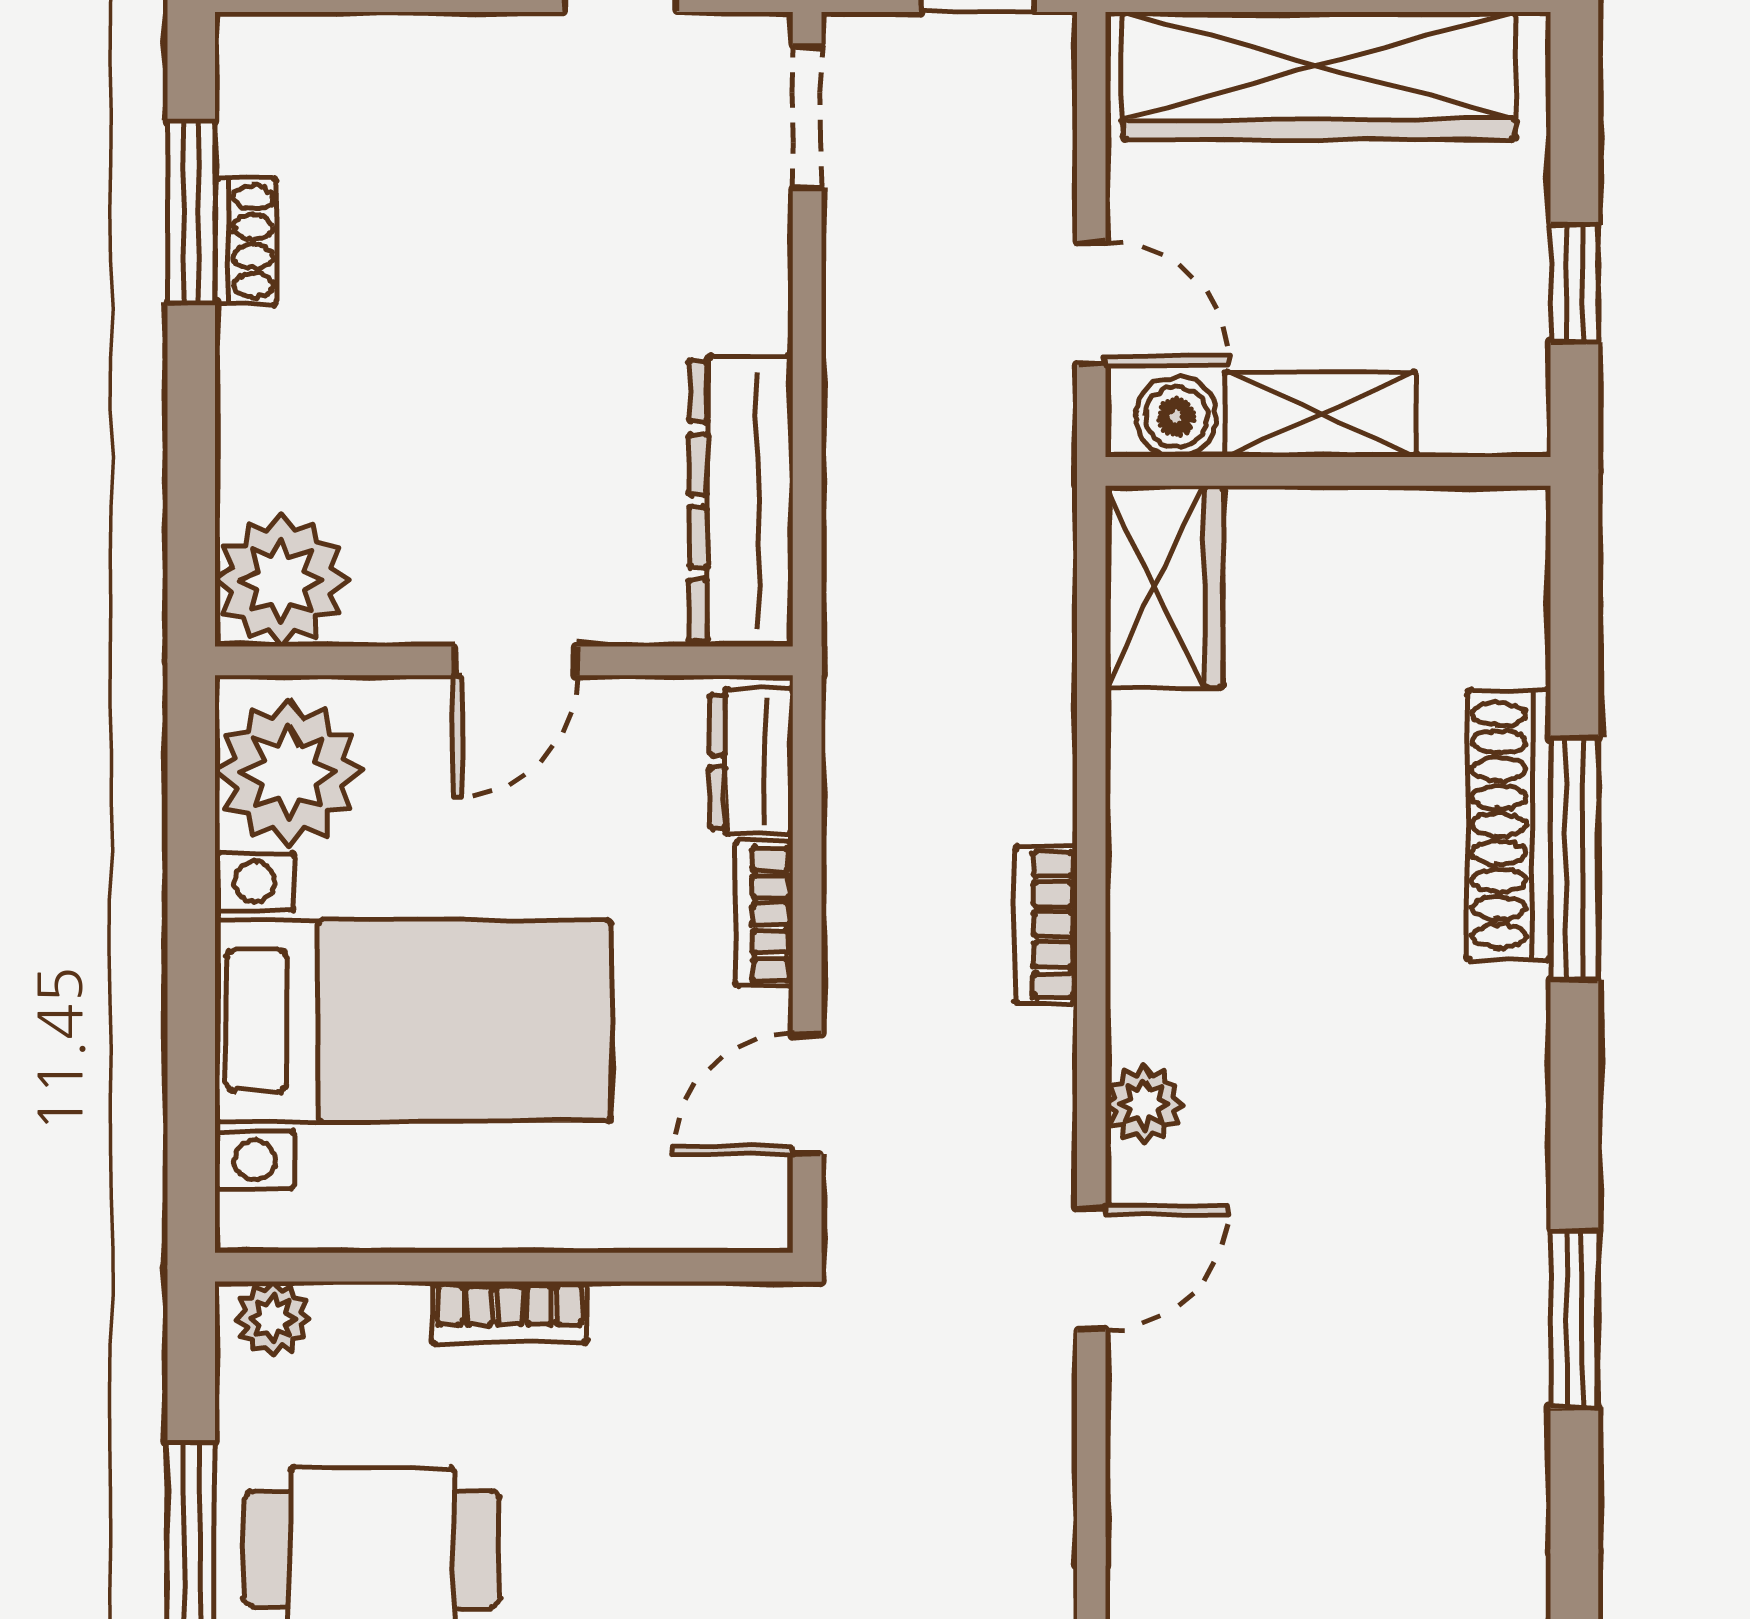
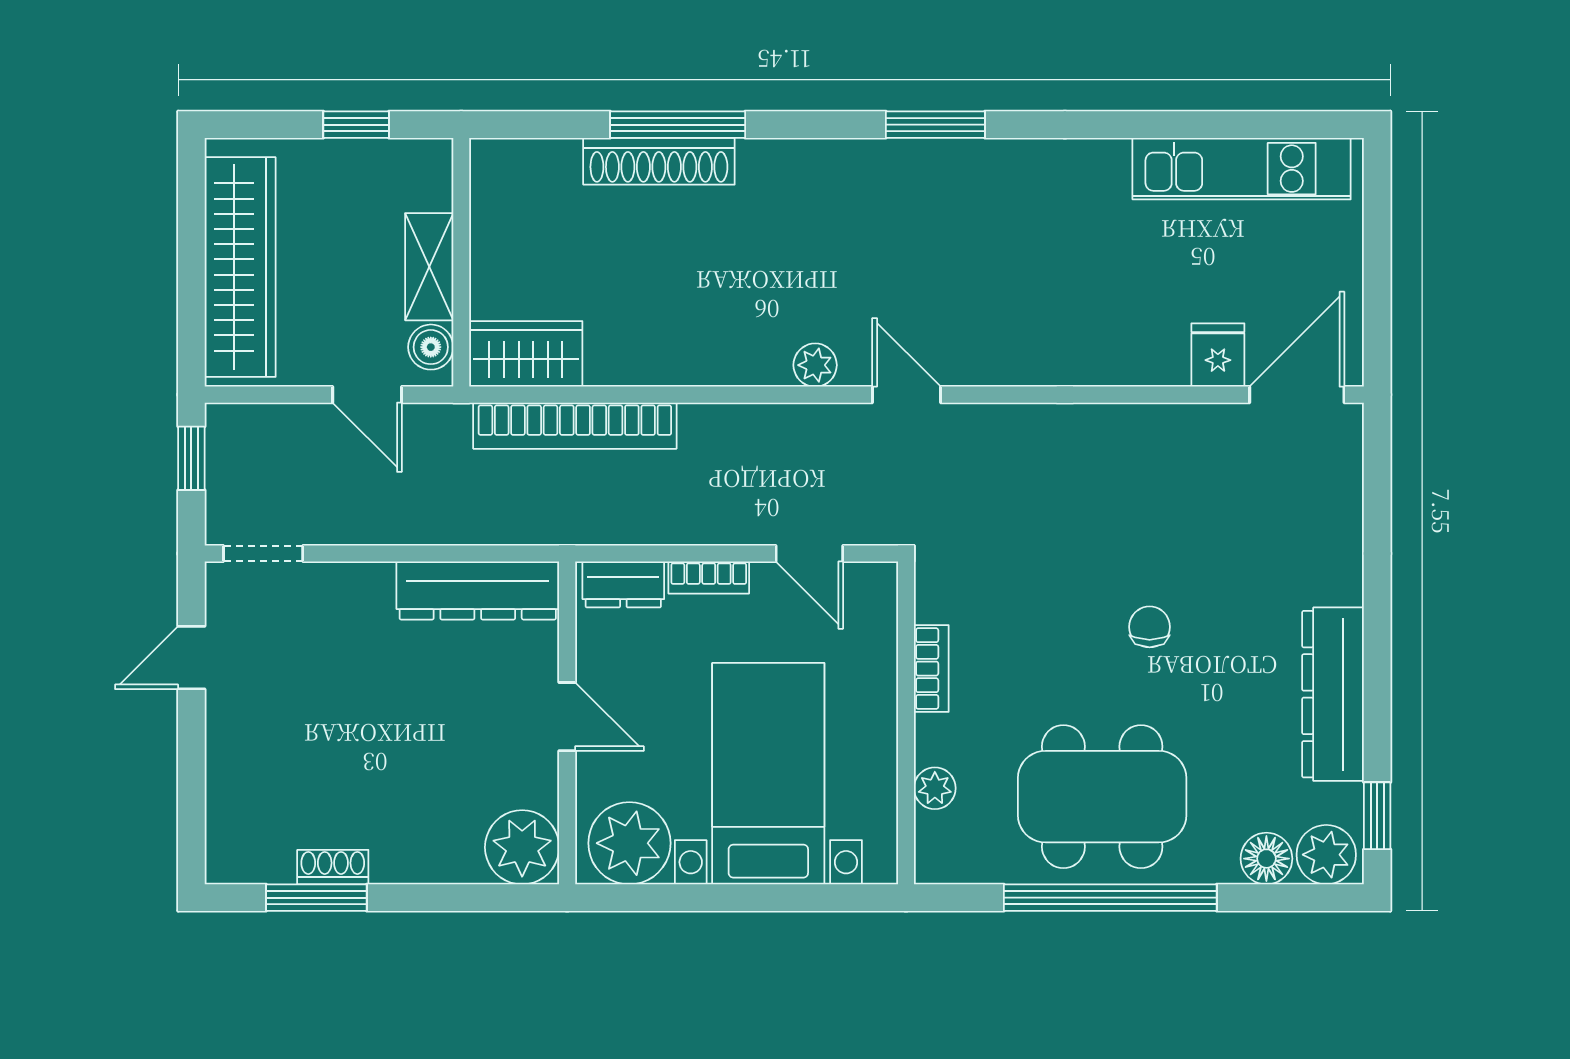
door: (1091, 303) -> (367, 395), swing flipped
bookcase: (1046, 924) -> (575, 426), moved, width x2.31, depth x1.31
bookcase: (510, 1312) -> (931, 669), moved
plant: (273, 1319) -> (935, 788), moved

